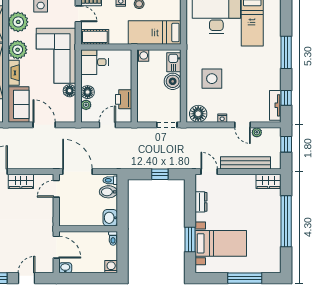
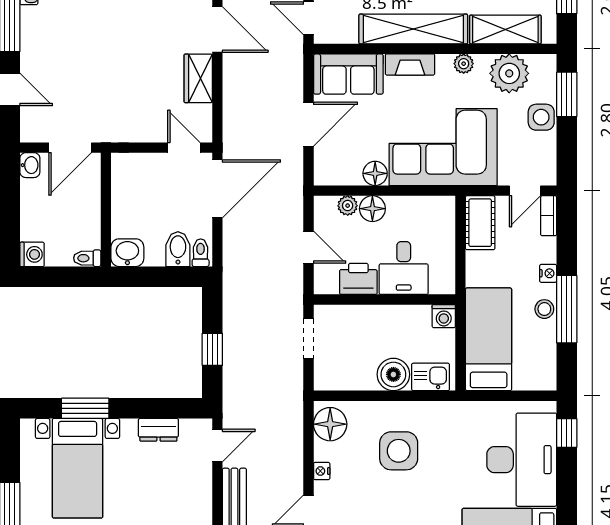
plant: (18, 50) -> (464, 64), width x0.53, depth x0.53
desk: (94, 62) -> (404, 268), moved, turned 180
doorway: (167, 125) -> (308, 338), moved

